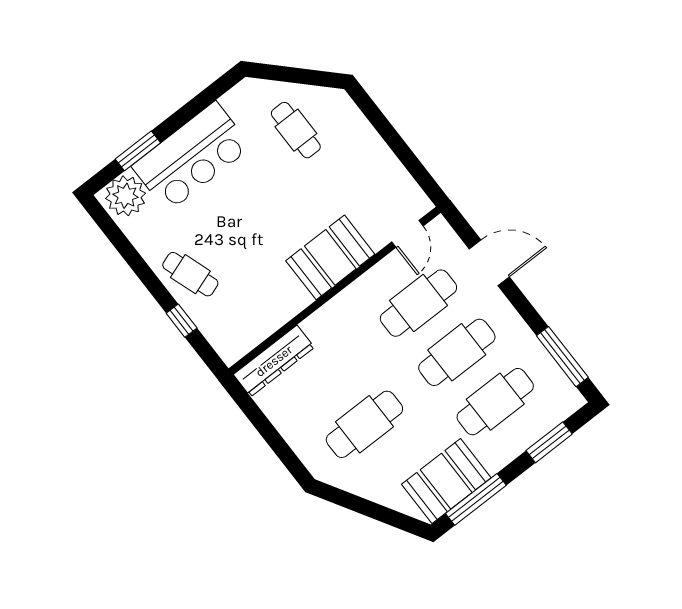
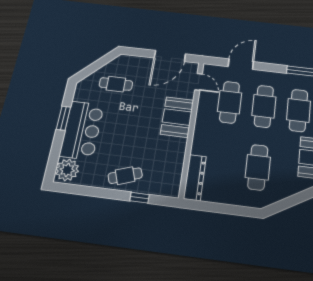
window: (138, 151) -> (64, 118), moved
door: (407, 157) -> (170, 56), added

